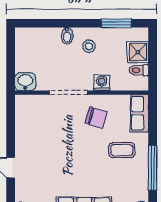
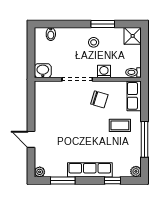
window: (116, 23) -> (103, 24), moved
bidet: (67, 36) -> (51, 34), moved
shower: (138, 52) -> (133, 36), moved
toilet: (139, 70) -> (134, 72), moved

